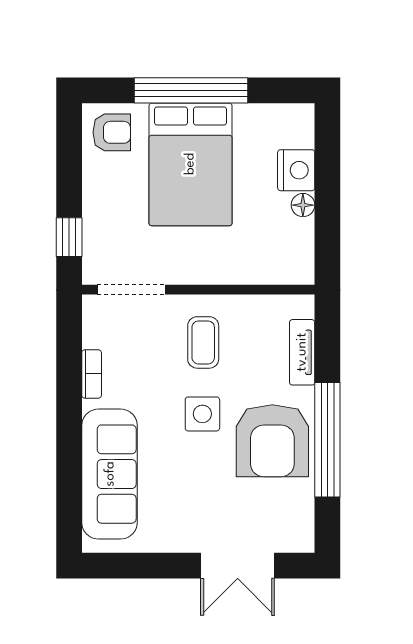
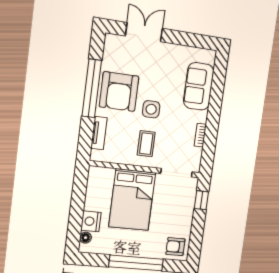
bed: (190, 164) -> (132, 200), moved, turned 180
floor lamp: (303, 205) -> (86, 238), moved
armchair: (272, 441) -> (119, 92), turned 180
sofa: (110, 474) -> (199, 86), width x0.73

